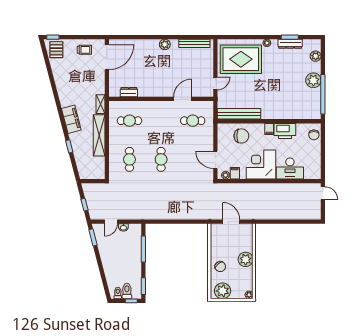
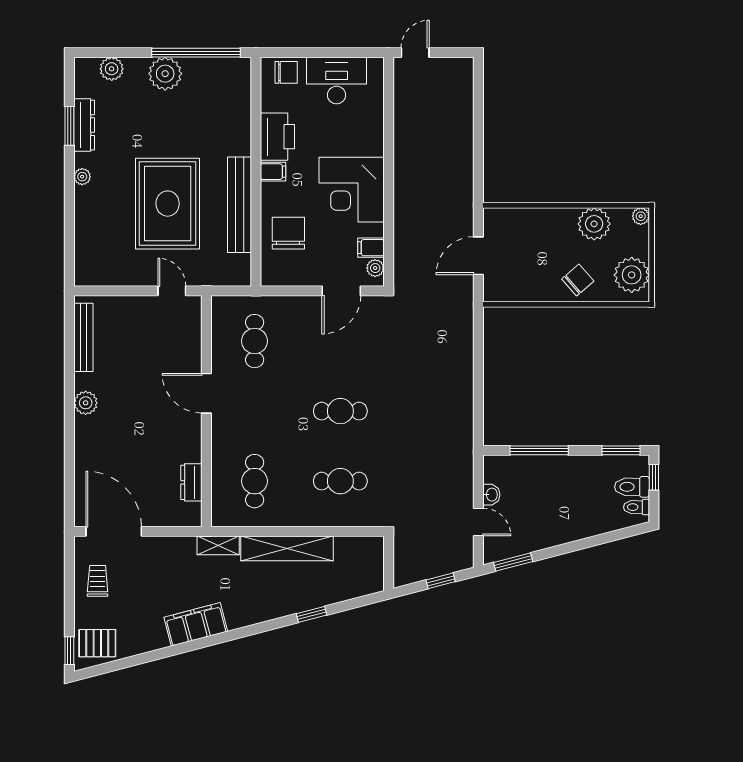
rug: (241, 59) -> (168, 204), moved
door: (183, 99) -> (206, 393), moved
bench: (239, 114) -> (239, 205), moved
filing cabinet: (71, 119) -> (196, 624), moved
desk: (290, 168) -> (337, 80), moved, turned -90
plant: (246, 259) -> (594, 224), moved

